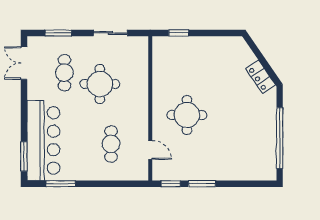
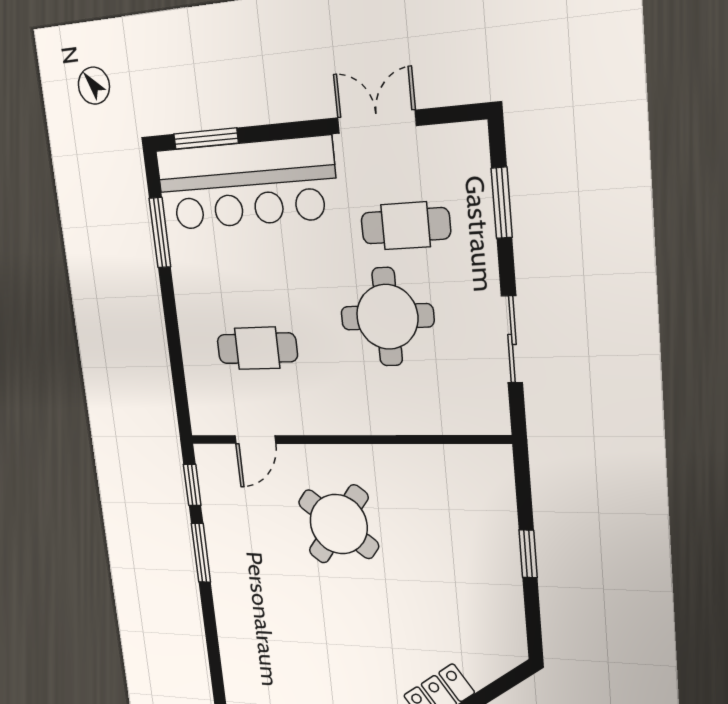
window: (179, 33) -> (528, 554), moved
double door: (24, 63) -> (377, 122), moved
round table: (187, 115) -> (339, 524), turned 38

